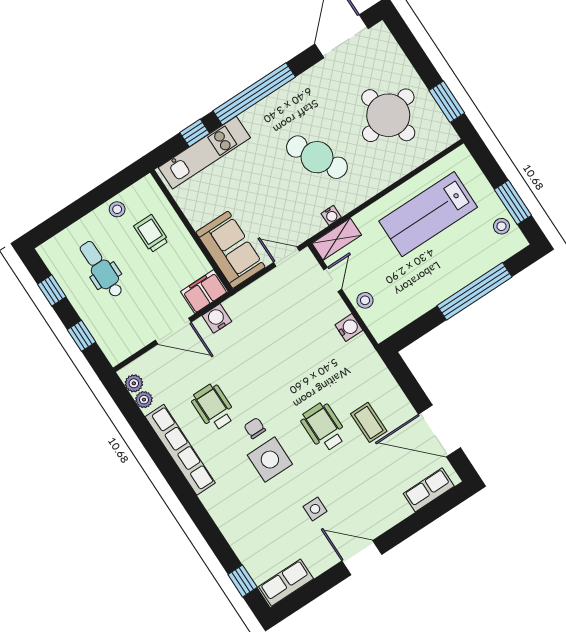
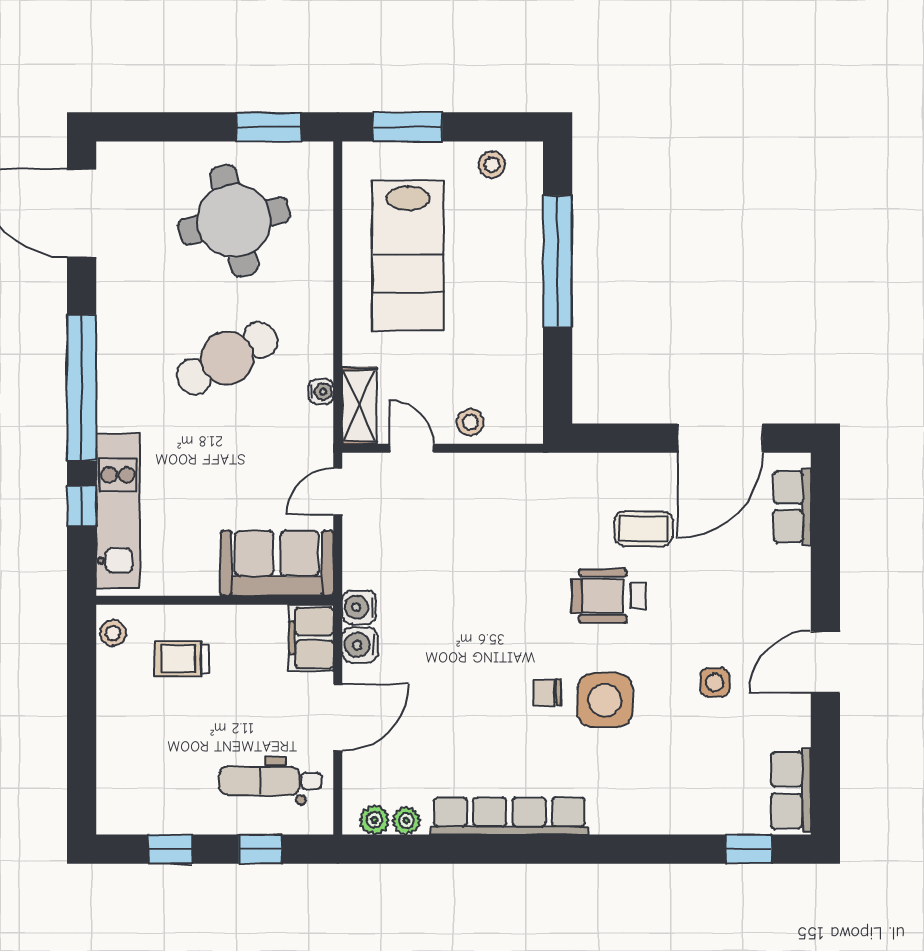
window: (513, 202) -> (407, 127), moved
stool: (117, 209) -> (113, 633), moved
dental chair: (101, 269) -> (271, 781), moved
water cooler: (349, 328) -> (359, 607), moved, turned -90
wheelchair: (213, 407) -> (480, 731), removed

